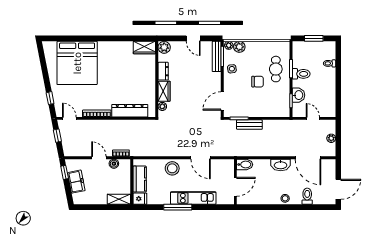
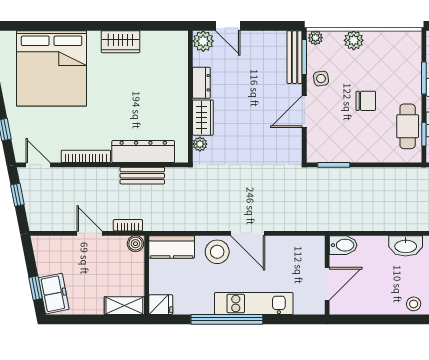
door: (193, 38) -> (228, 26), moved
plant: (239, 47) -> (354, 40), moved
wardrobe: (144, 48) -> (121, 42), moved
cafe table: (276, 69) -> (408, 126), moved
door: (222, 101) -> (304, 112), moved
bench: (249, 125) -> (142, 176), moved
door: (201, 158) -> (248, 233), moved
boiler: (114, 164) -> (135, 244), moved
window: (65, 172) -> (36, 288), moved
kitchen counter: (140, 179) -> (172, 247), moved, turned 90
freezer: (76, 182) -> (54, 294), moved
window: (178, 207) -> (227, 319), width x1.46

